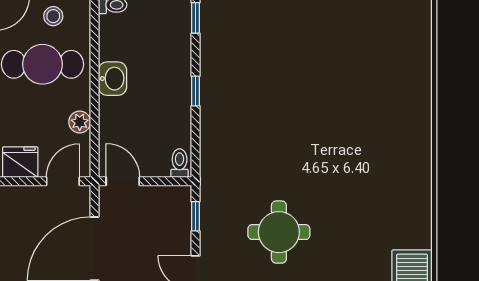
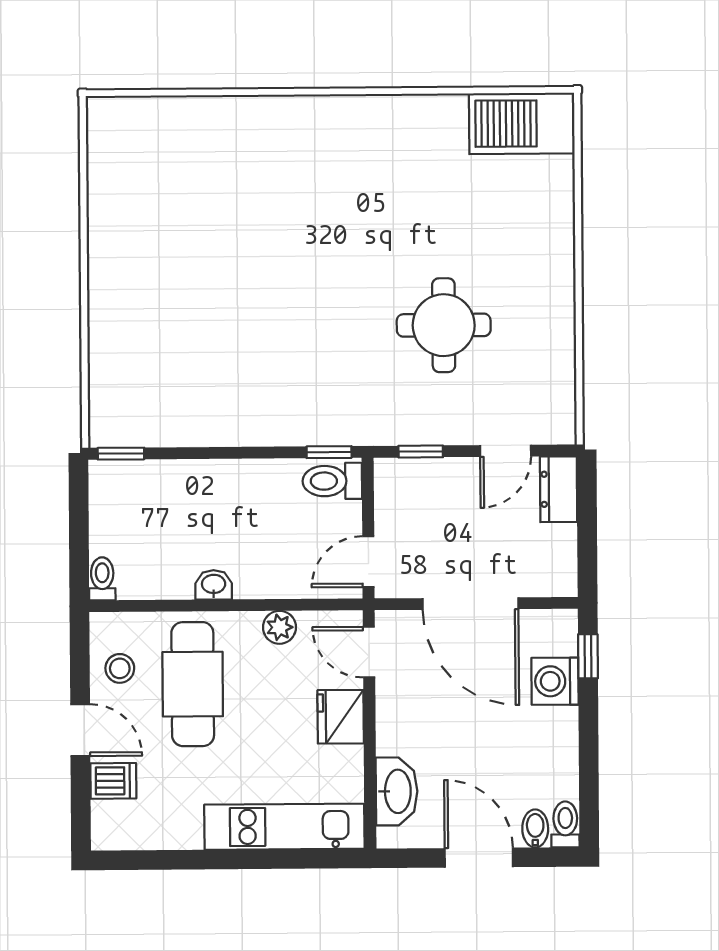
washbasin: (112, 79) -> (214, 585), width x0.72, depth x0.69
window: (195, 91) -> (329, 452), moved
toilet: (180, 163) -> (332, 481), width x1.37, depth x1.39

